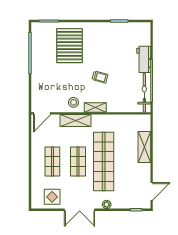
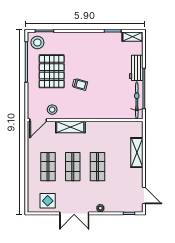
stool: (41, 33) -> (37, 43), added
pallet: (70, 46) -> (52, 71), moved
trolley: (100, 77) -> (80, 84), moved
stool: (74, 102) -> (52, 110), moved
shelving: (95, 107) -> (132, 37), moved
shop shelf: (104, 162) -> (98, 167), width x0.50, depth x0.74
door: (152, 191) -> (144, 195), hinge flipped

